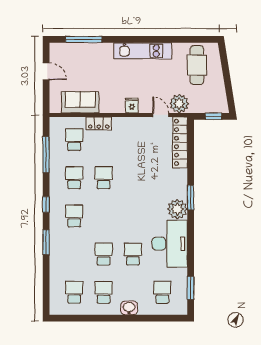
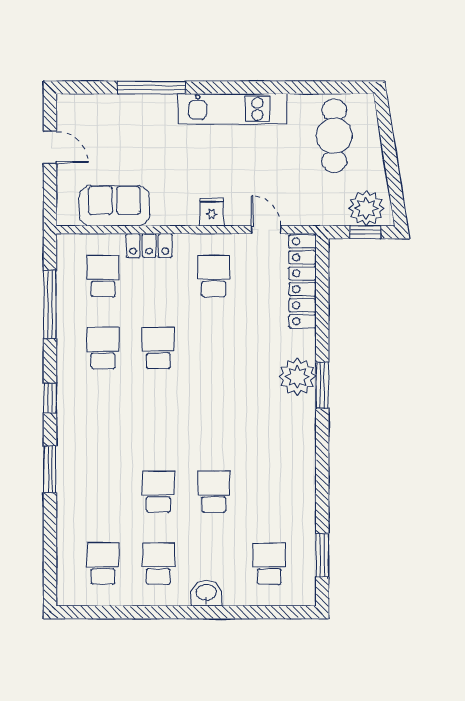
window: (84, 39) -> (152, 87), moved
plant: (179, 104) -> (366, 208), moved
plant: (177, 209) -> (297, 377), moved
school desk: (74, 216) -> (214, 276), moved
desk: (170, 244) -> (283, 472), removed

